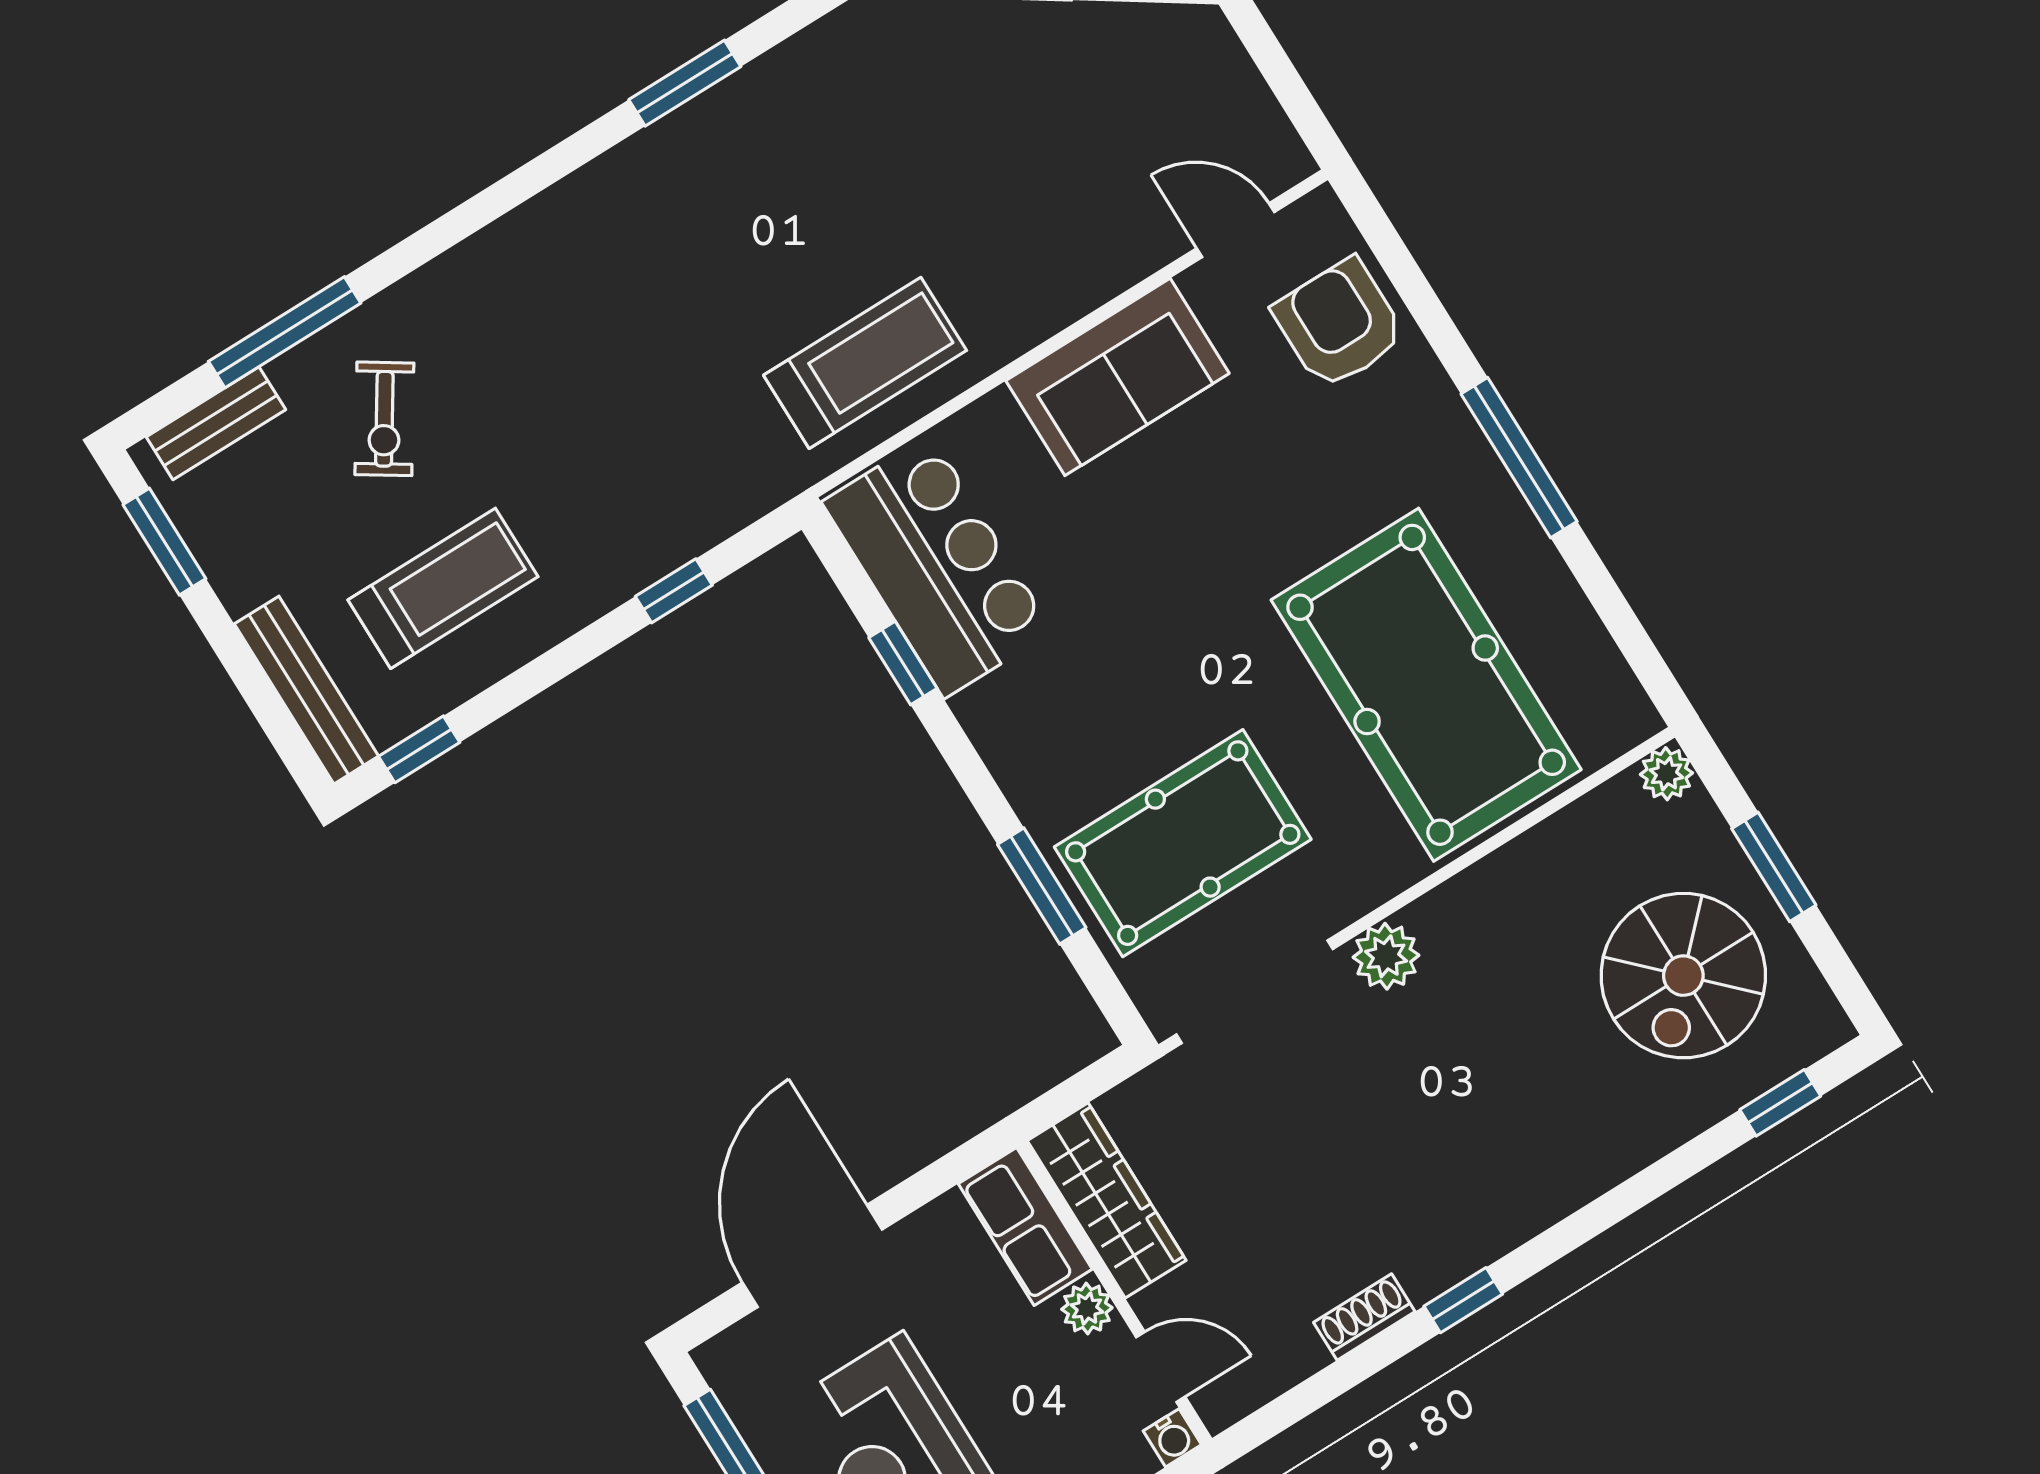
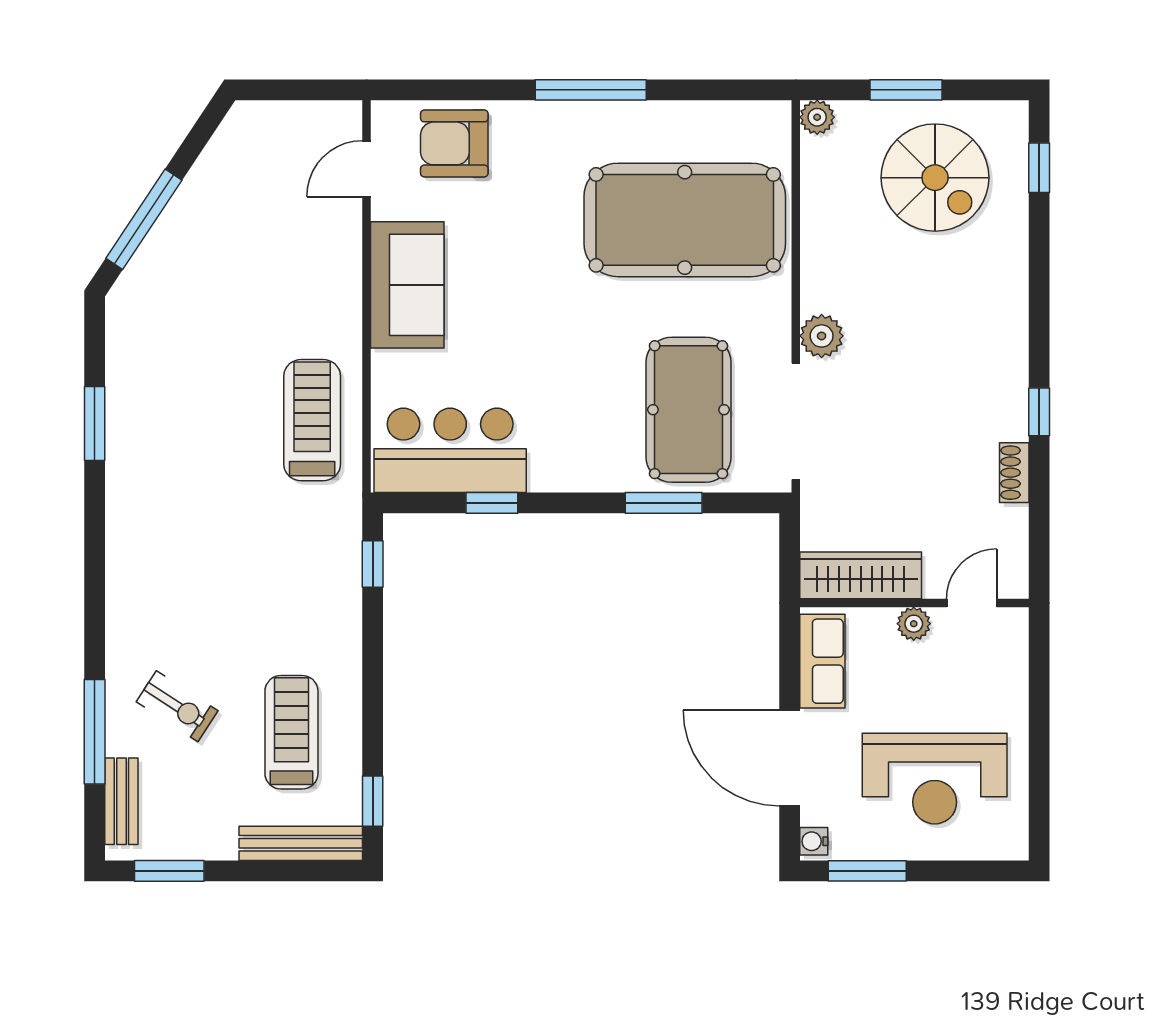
window: (674, 591) -> (373, 564), moved
row of seats: (1025, 1226) -> (822, 661), moved, turned -90
water cooler: (1172, 1438) -> (814, 841), moved, turned 180

